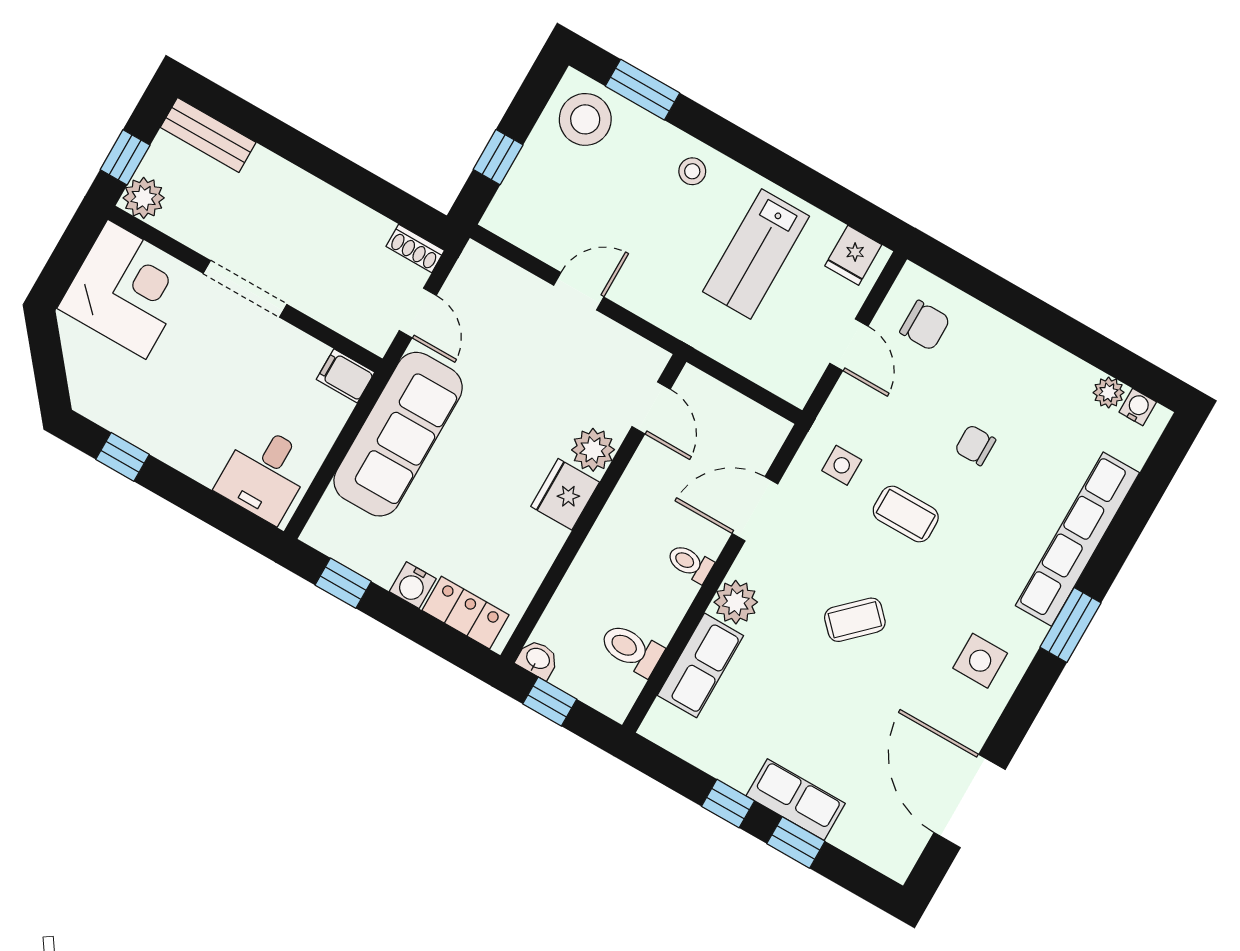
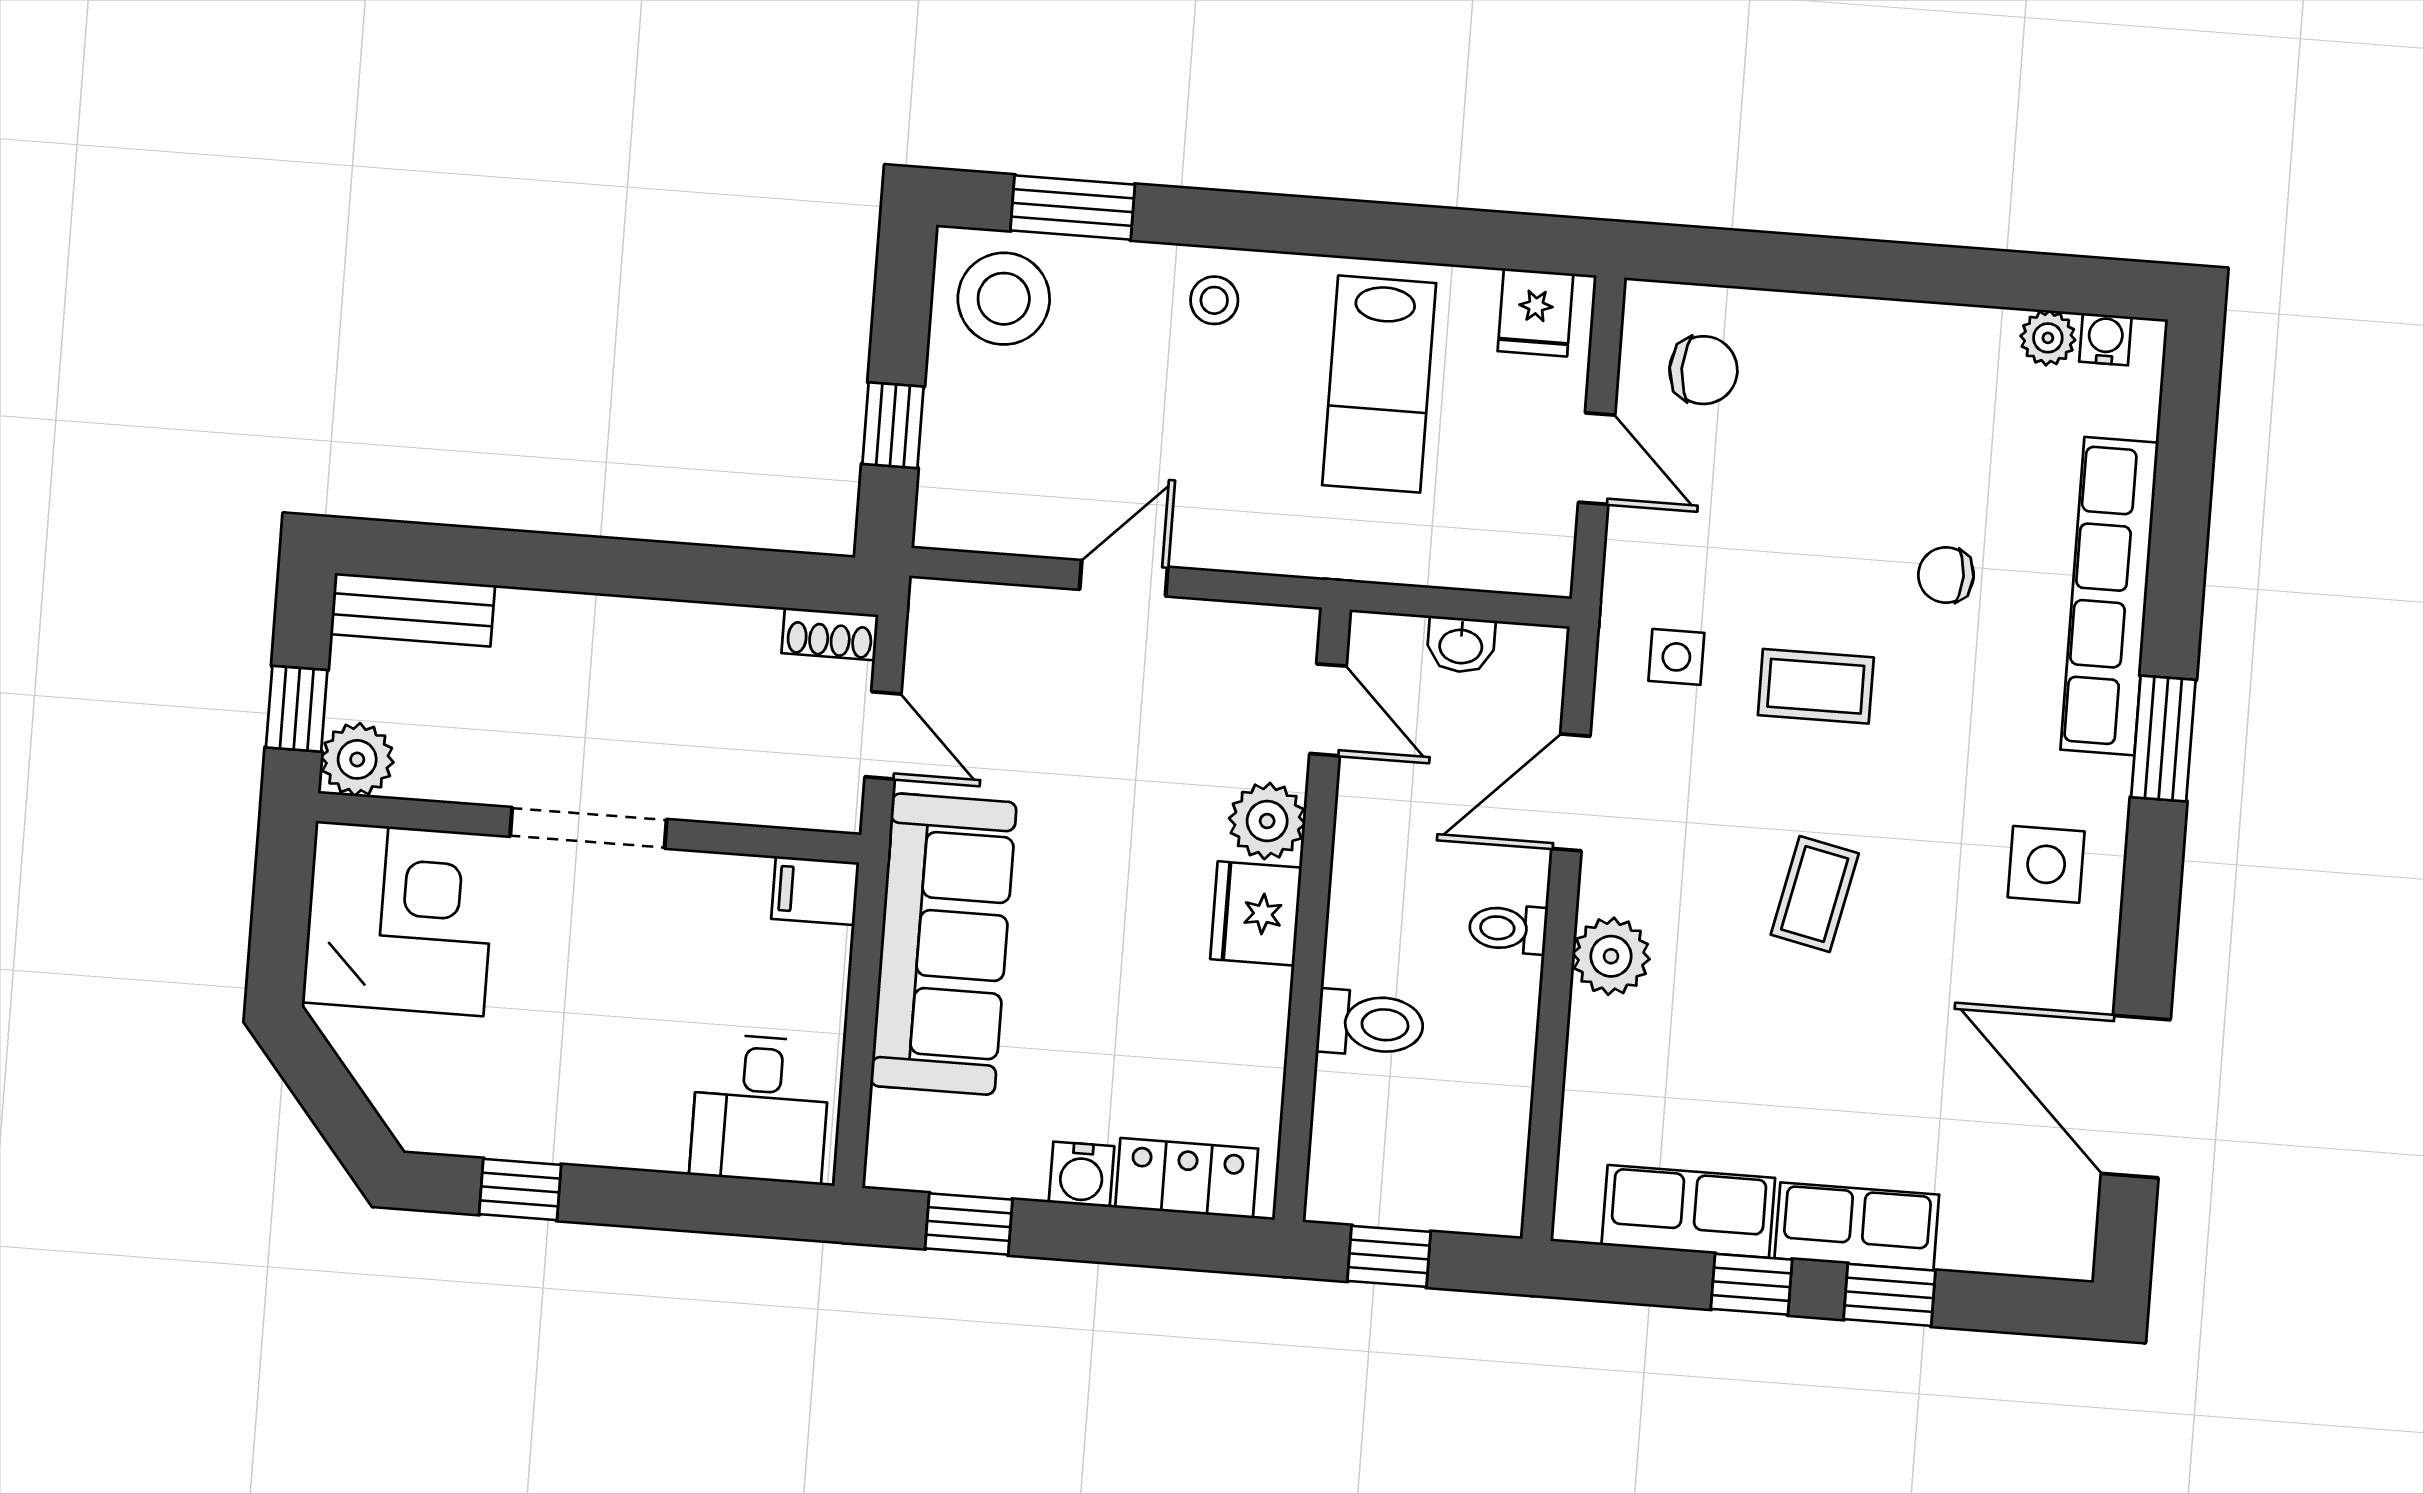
chair: (975, 445) -> (1946, 575), moved
coffee table: (855, 620) -> (1815, 894), turned -34
toilet: (631, 649) -> (1370, 1024), moved, turned 180
washbasin: (538, 659) -> (1461, 645), moved, turned 180
row of seats: (700, 665) -> (1688, 1211), moved, turned -90

